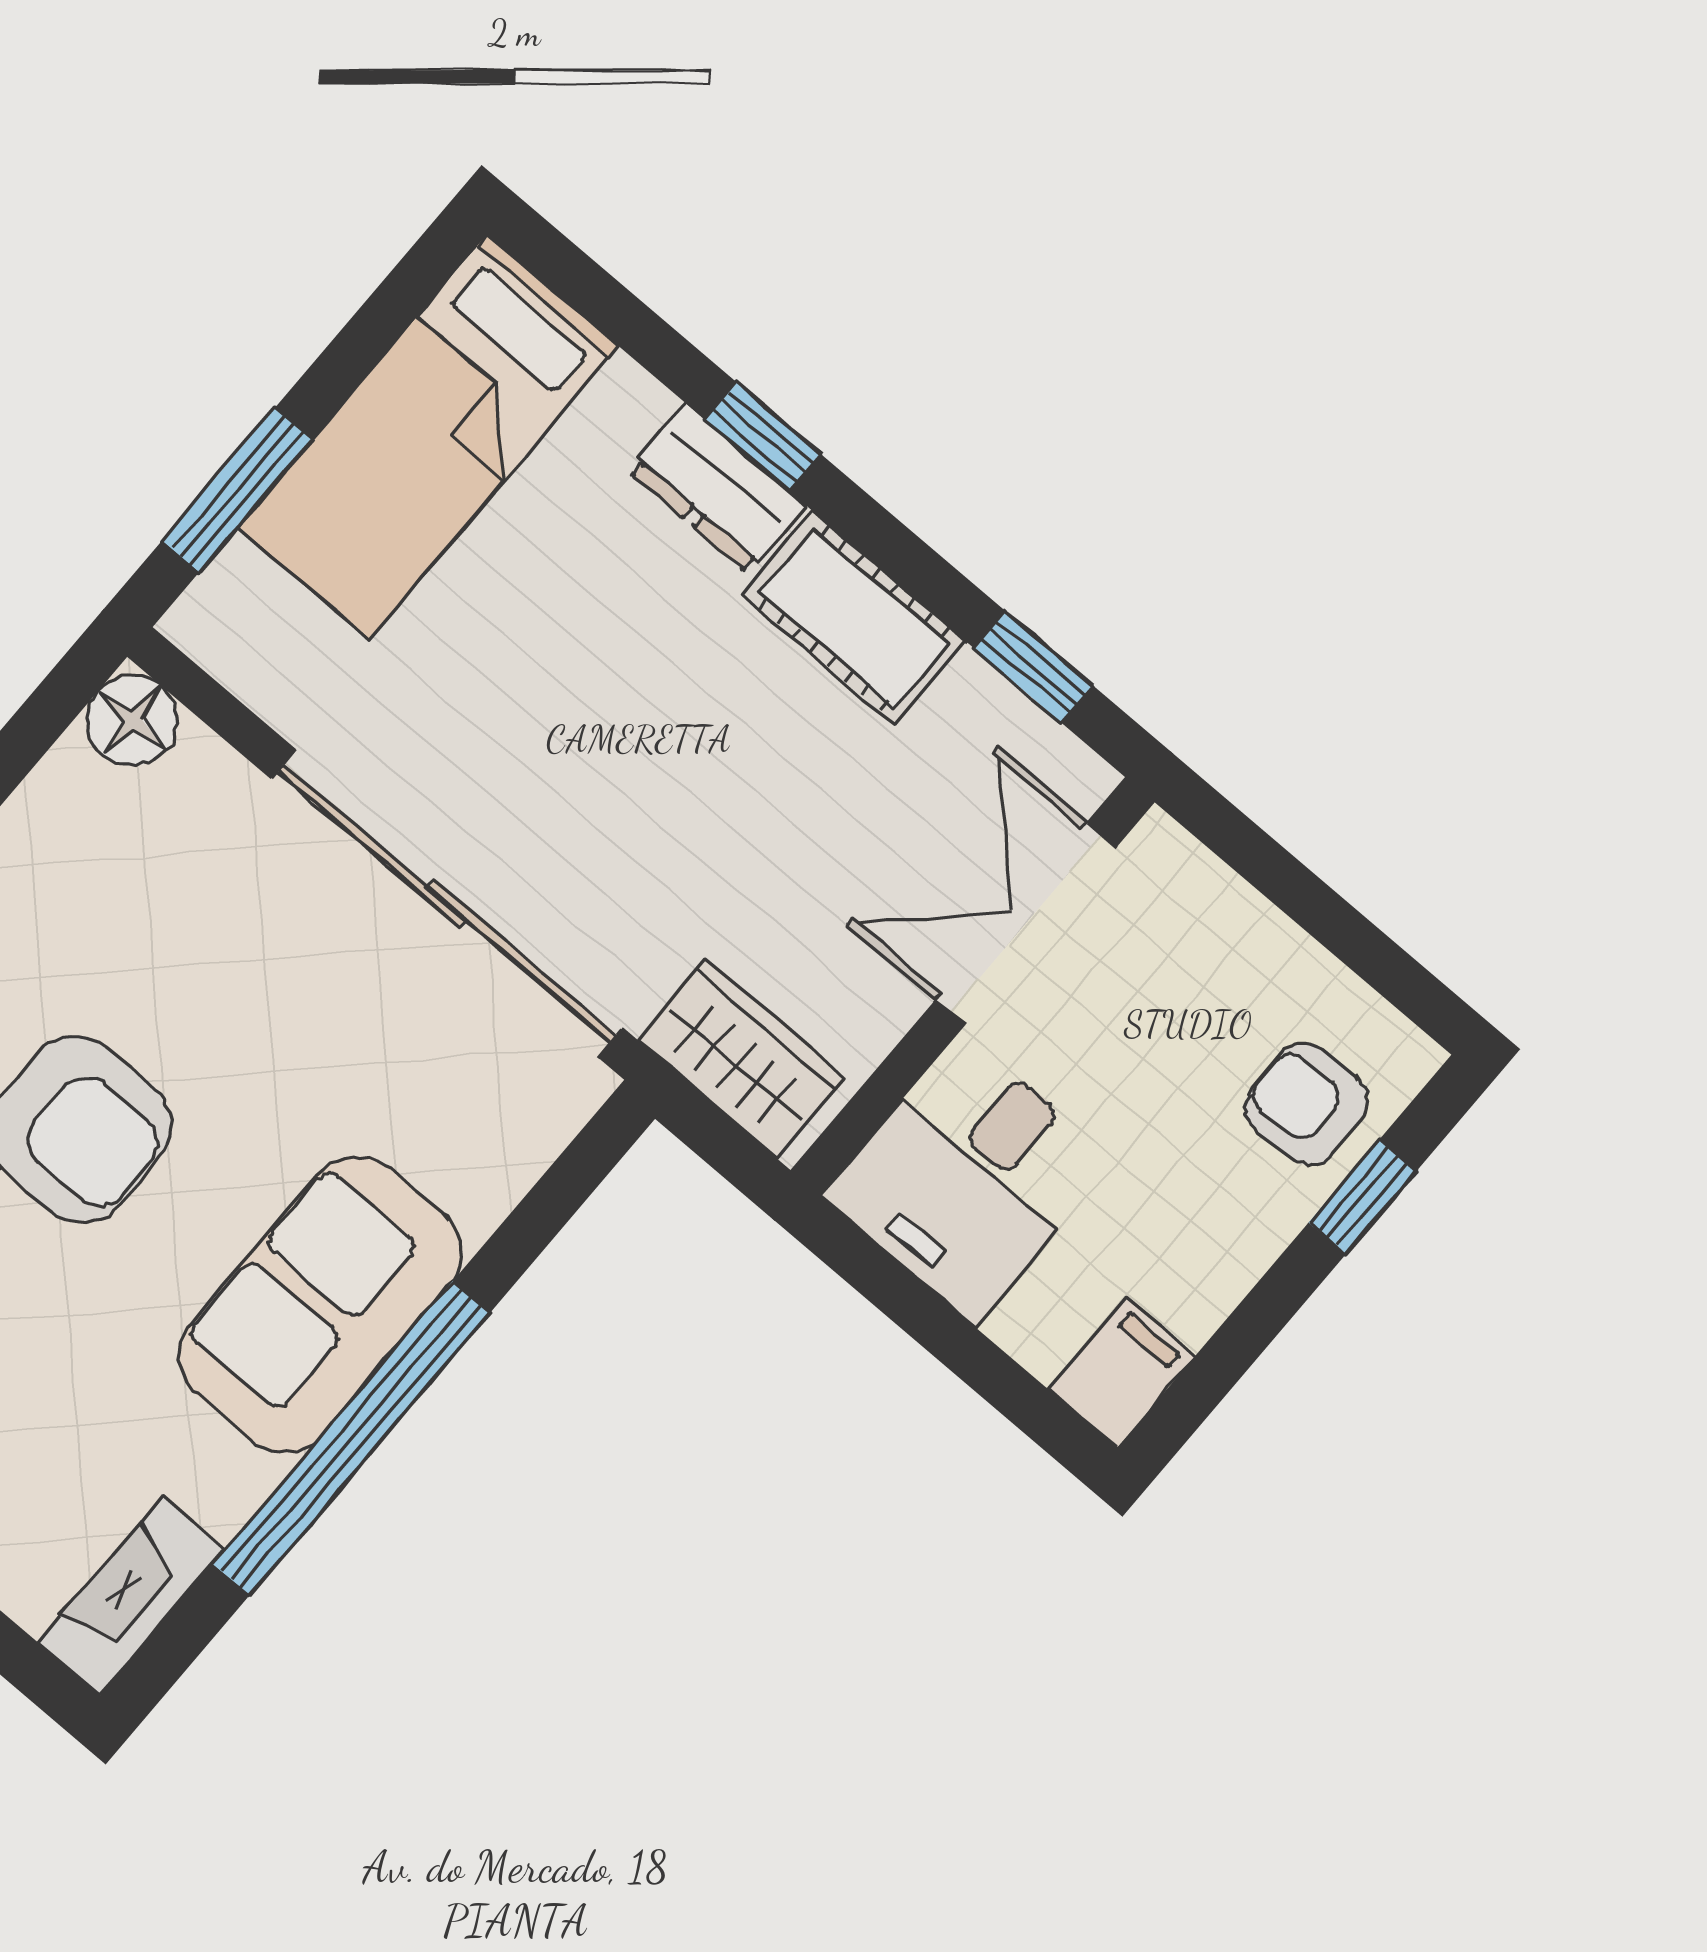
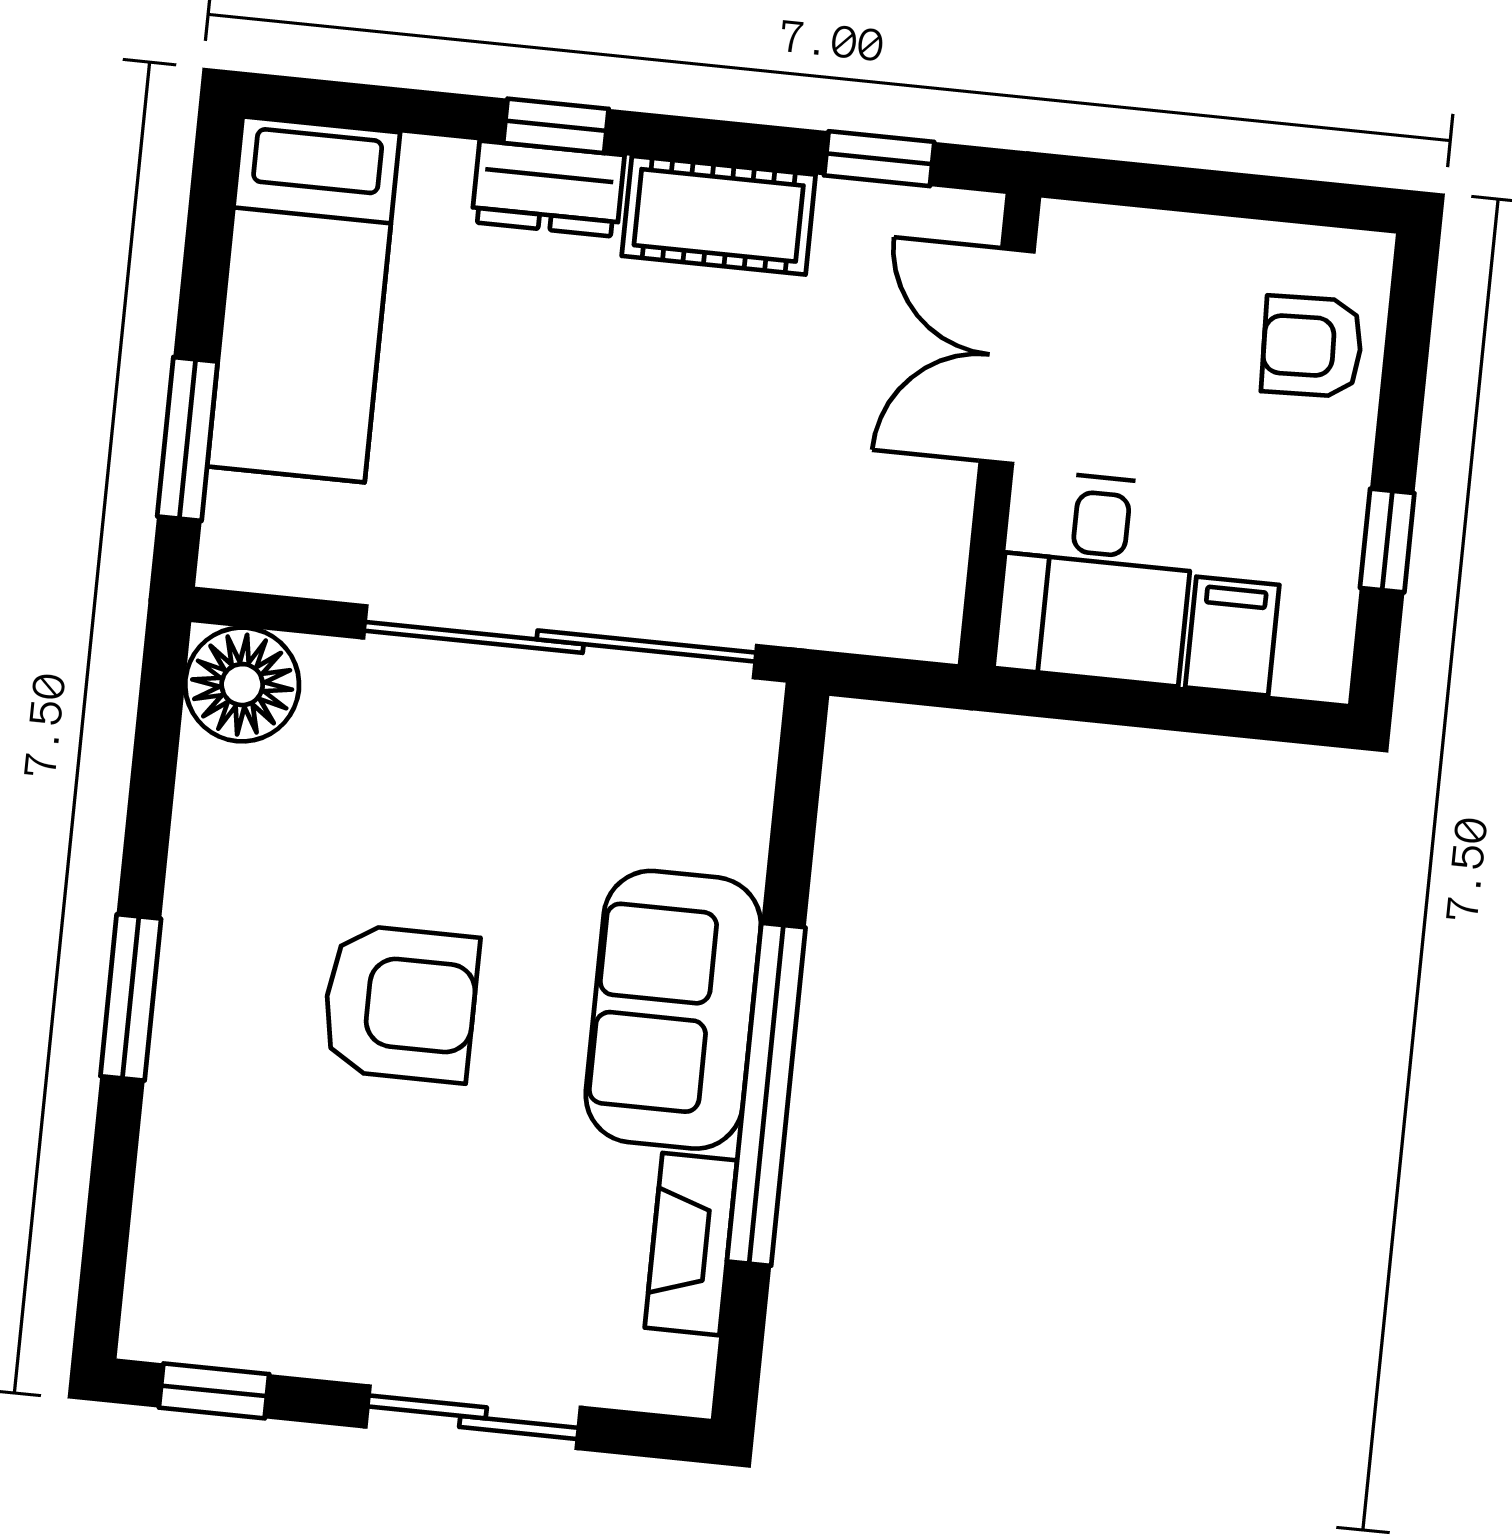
floor lamp: (132, 721) -> (242, 685), width x1.38, depth x1.38
wardrobe: (741, 1059) -> (863, 606), removed
window: (1362, 1197) -> (1387, 541), moved
filing cabinet: (1122, 1372) -> (1232, 636), moved
fireplace: (131, 1596) -> (691, 1244), moved

